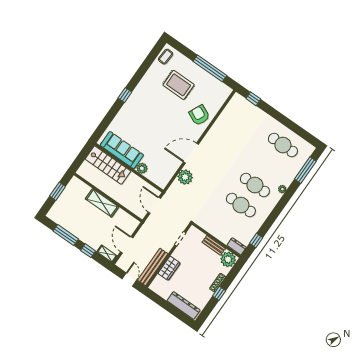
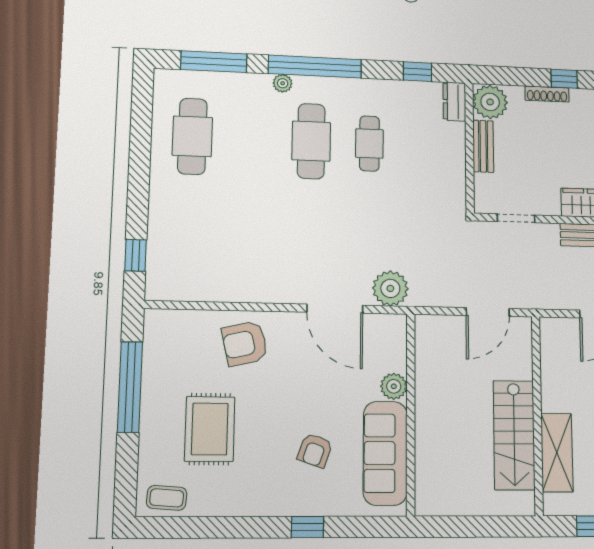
armchair: (148, 114) -> (315, 450), added
armchair: (199, 115) -> (245, 343), turned 52
sofa: (122, 150) -> (385, 453), moved
stairs: (108, 165) -> (514, 435), moved, turned 180
wall: (129, 168) -> (411, 414), moved
plant: (142, 168) -> (394, 386), moved
shelving: (102, 203) -> (557, 453), moved
cafe table: (241, 205) -> (369, 143), width x0.73, depth x0.74
window: (281, 205) -> (315, 67), added

